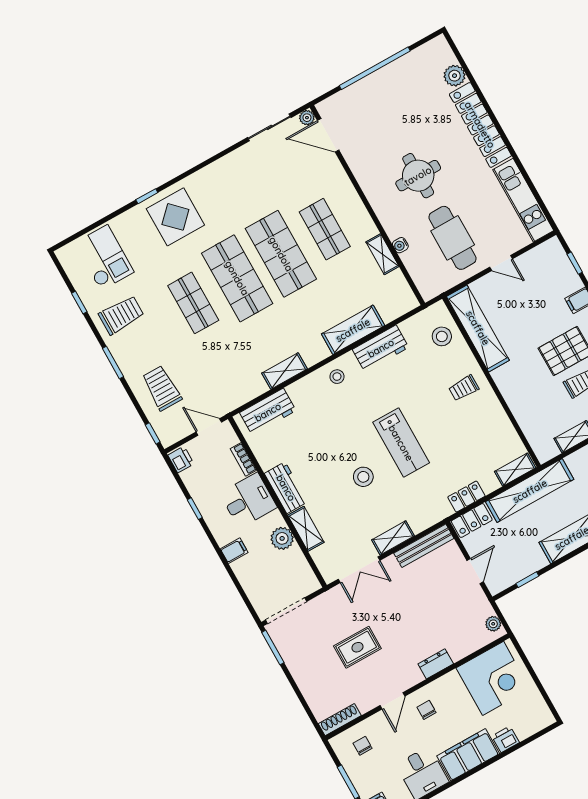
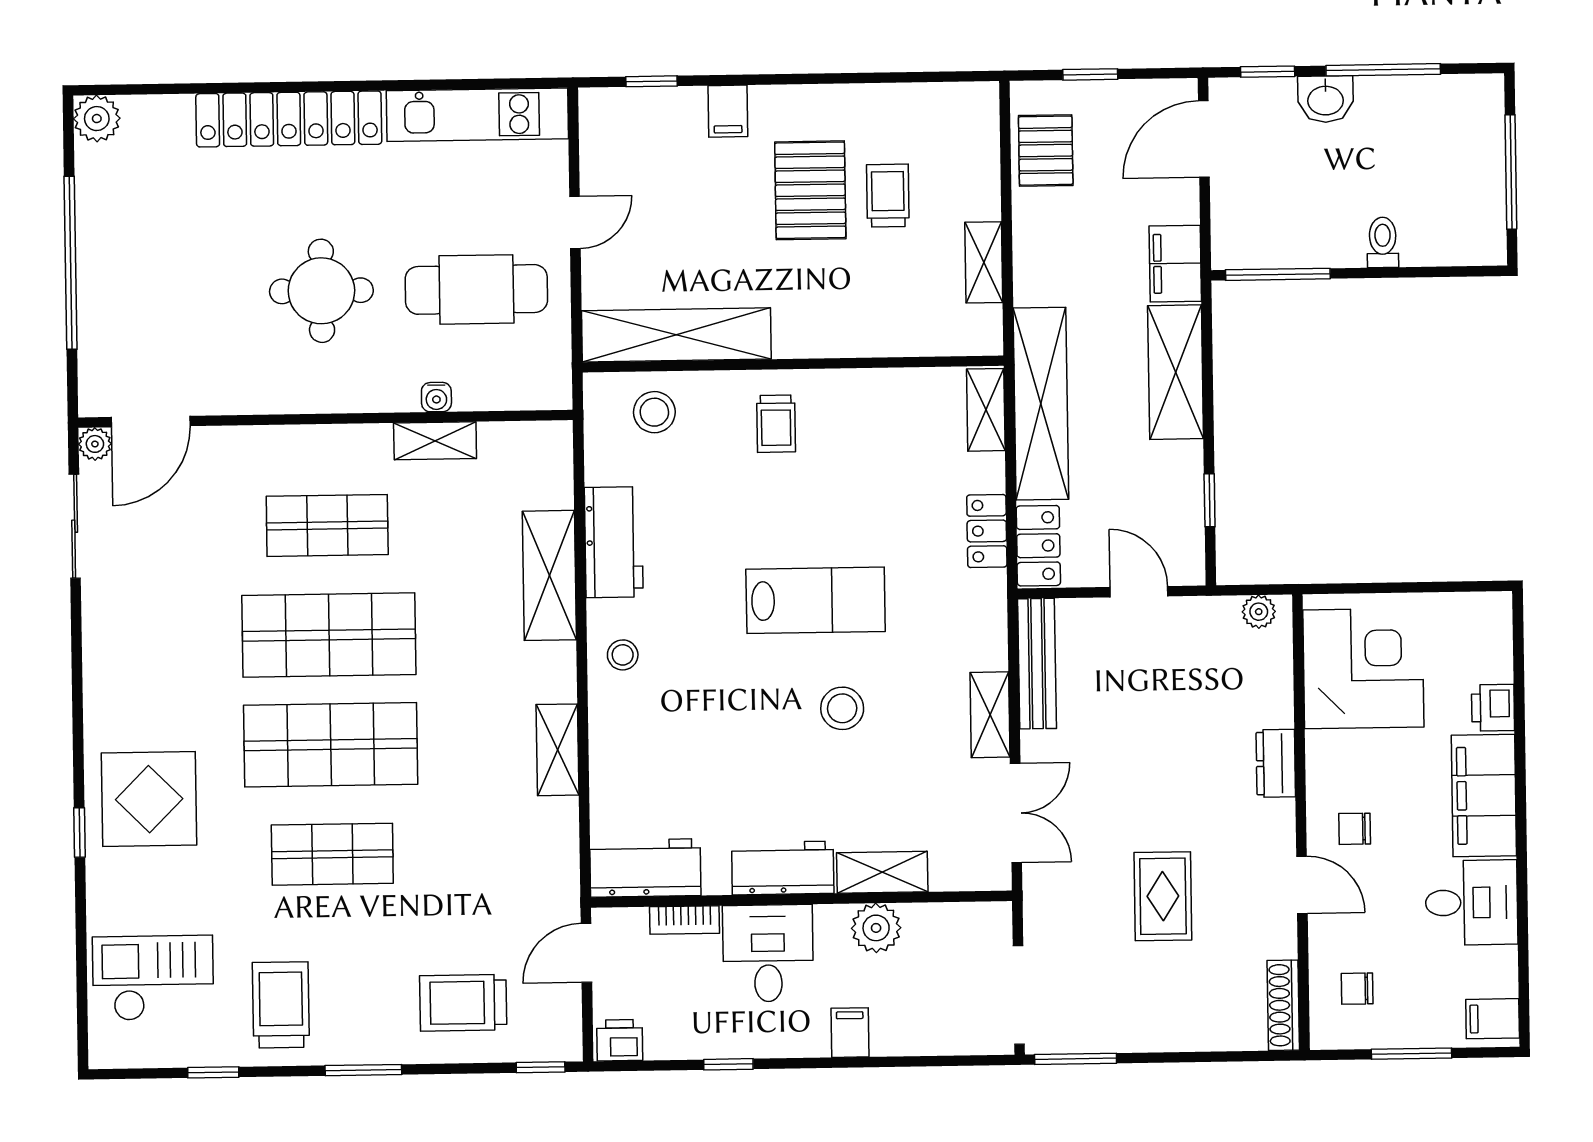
plant: (455, 76) -> (97, 119), moved
workbench: (268, 412) -> (645, 868), moved, turned -90

